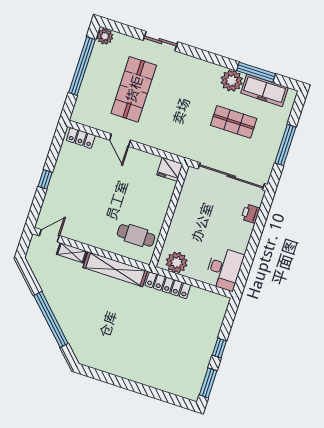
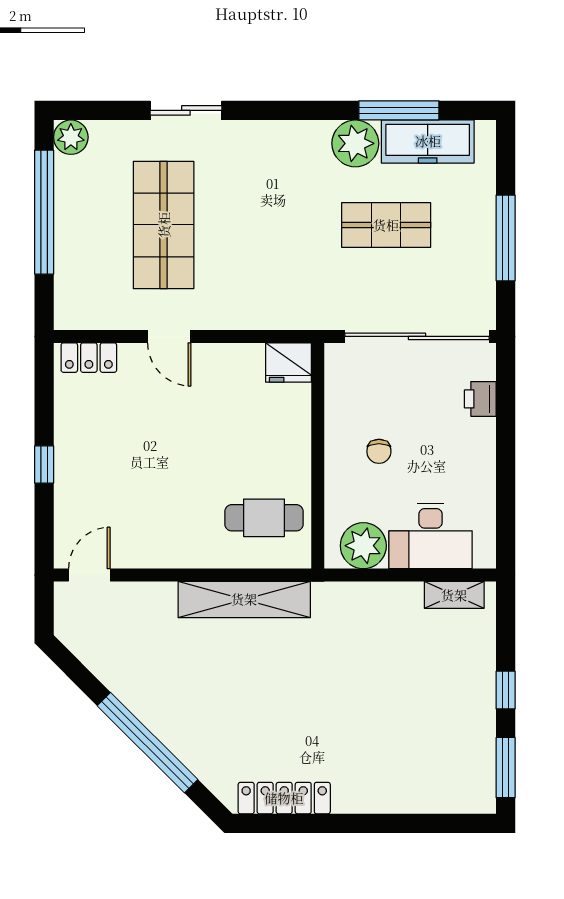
chair: (197, 222) -> (379, 451), added
shelving: (72, 253) -> (454, 595), moved
desk: (224, 269) -> (431, 536), moved, turned 90
locker: (168, 285) -> (284, 798), moved, turned 180

